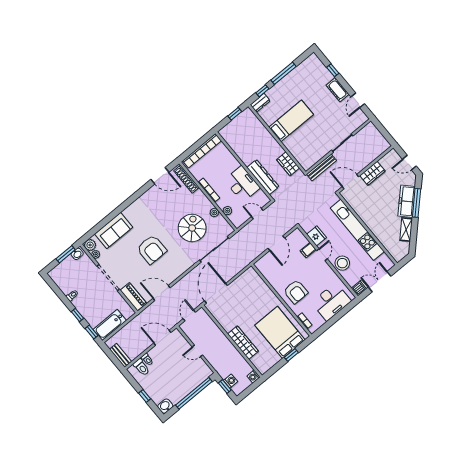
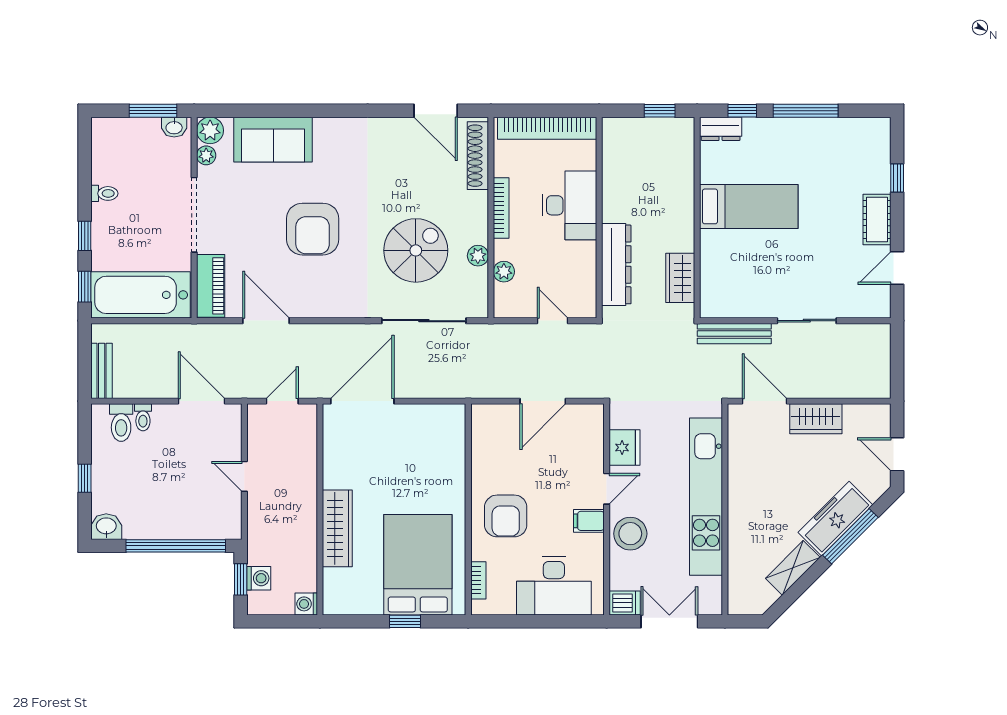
desk: (242, 184) -> (569, 205), moved
filing cabinet: (308, 250) -> (589, 521), moved
bathtub: (110, 325) -> (140, 295), width x1.36, depth x1.36

